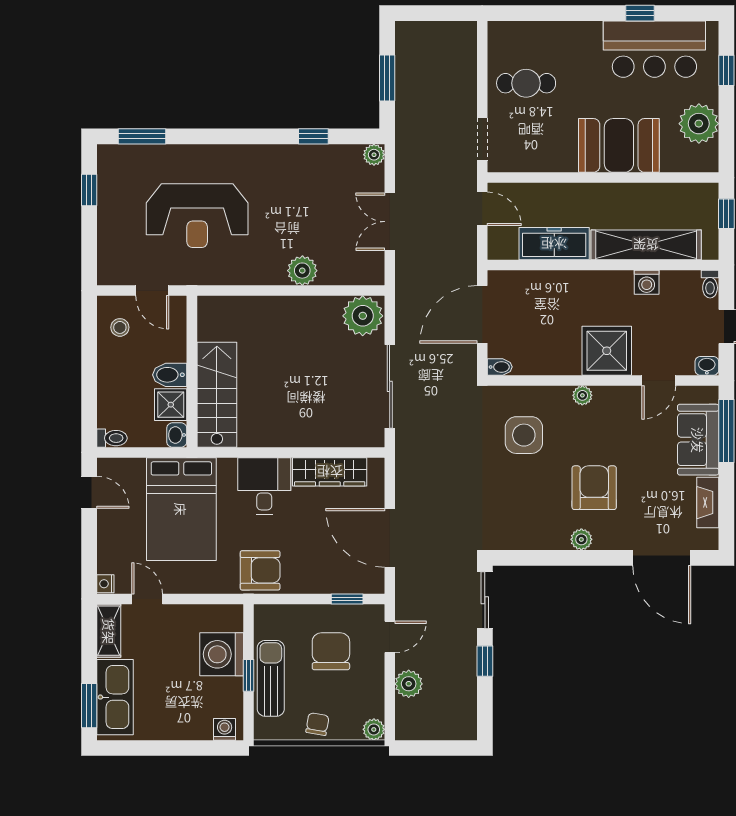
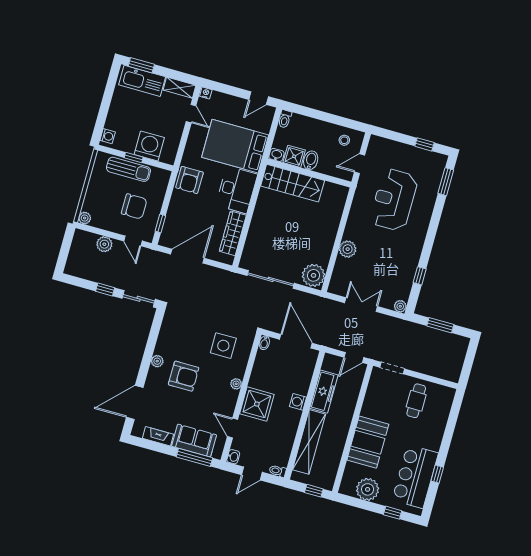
washing machine: (647, 282) -> (298, 402), moved
desk: (264, 486) -> (237, 190), width x1.37
door: (147, 599) -> (191, 114), hinge flipped
chair: (317, 724) -> (96, 188), removed

